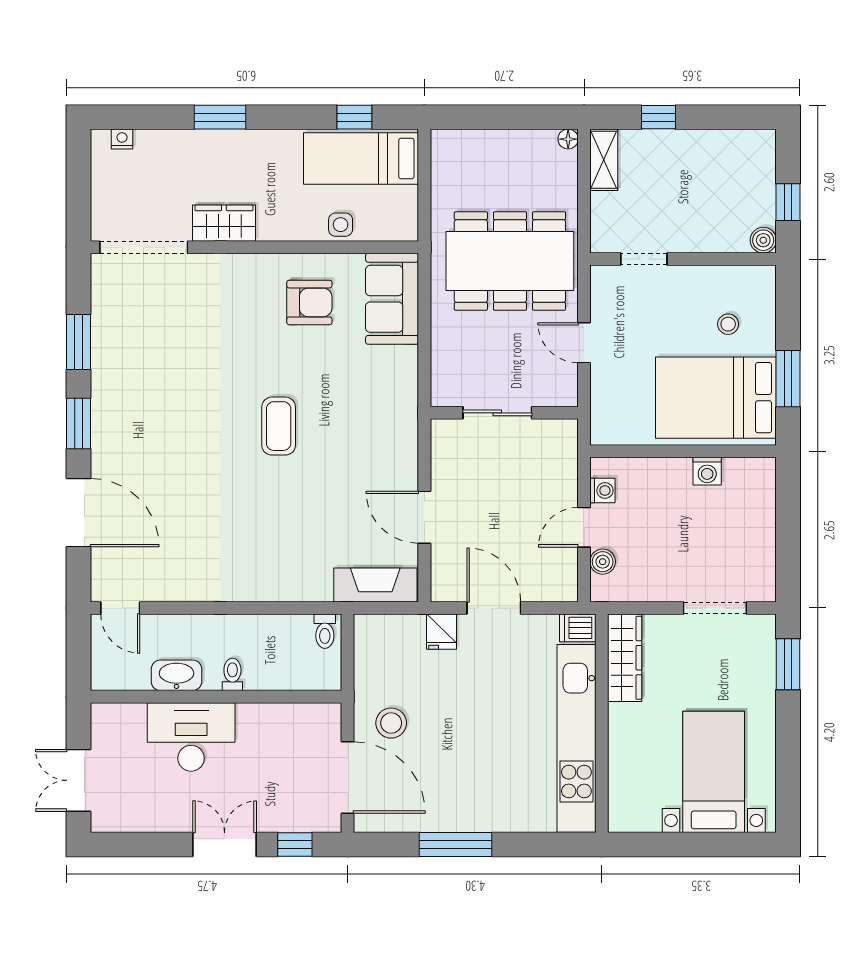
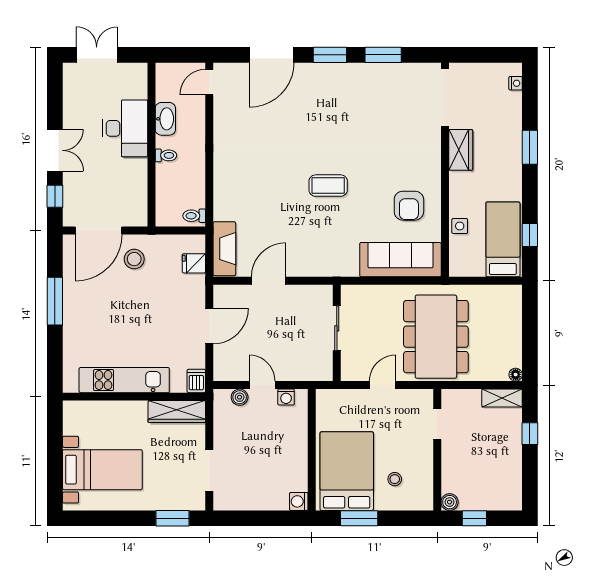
sofa: (392, 299) -> (400, 260), width x1.36
washing machine: (707, 471) -> (299, 501), moved
fridge: (441, 632) -> (194, 263), moved
kitchen unit: (576, 738) -> (124, 380), width x0.73

